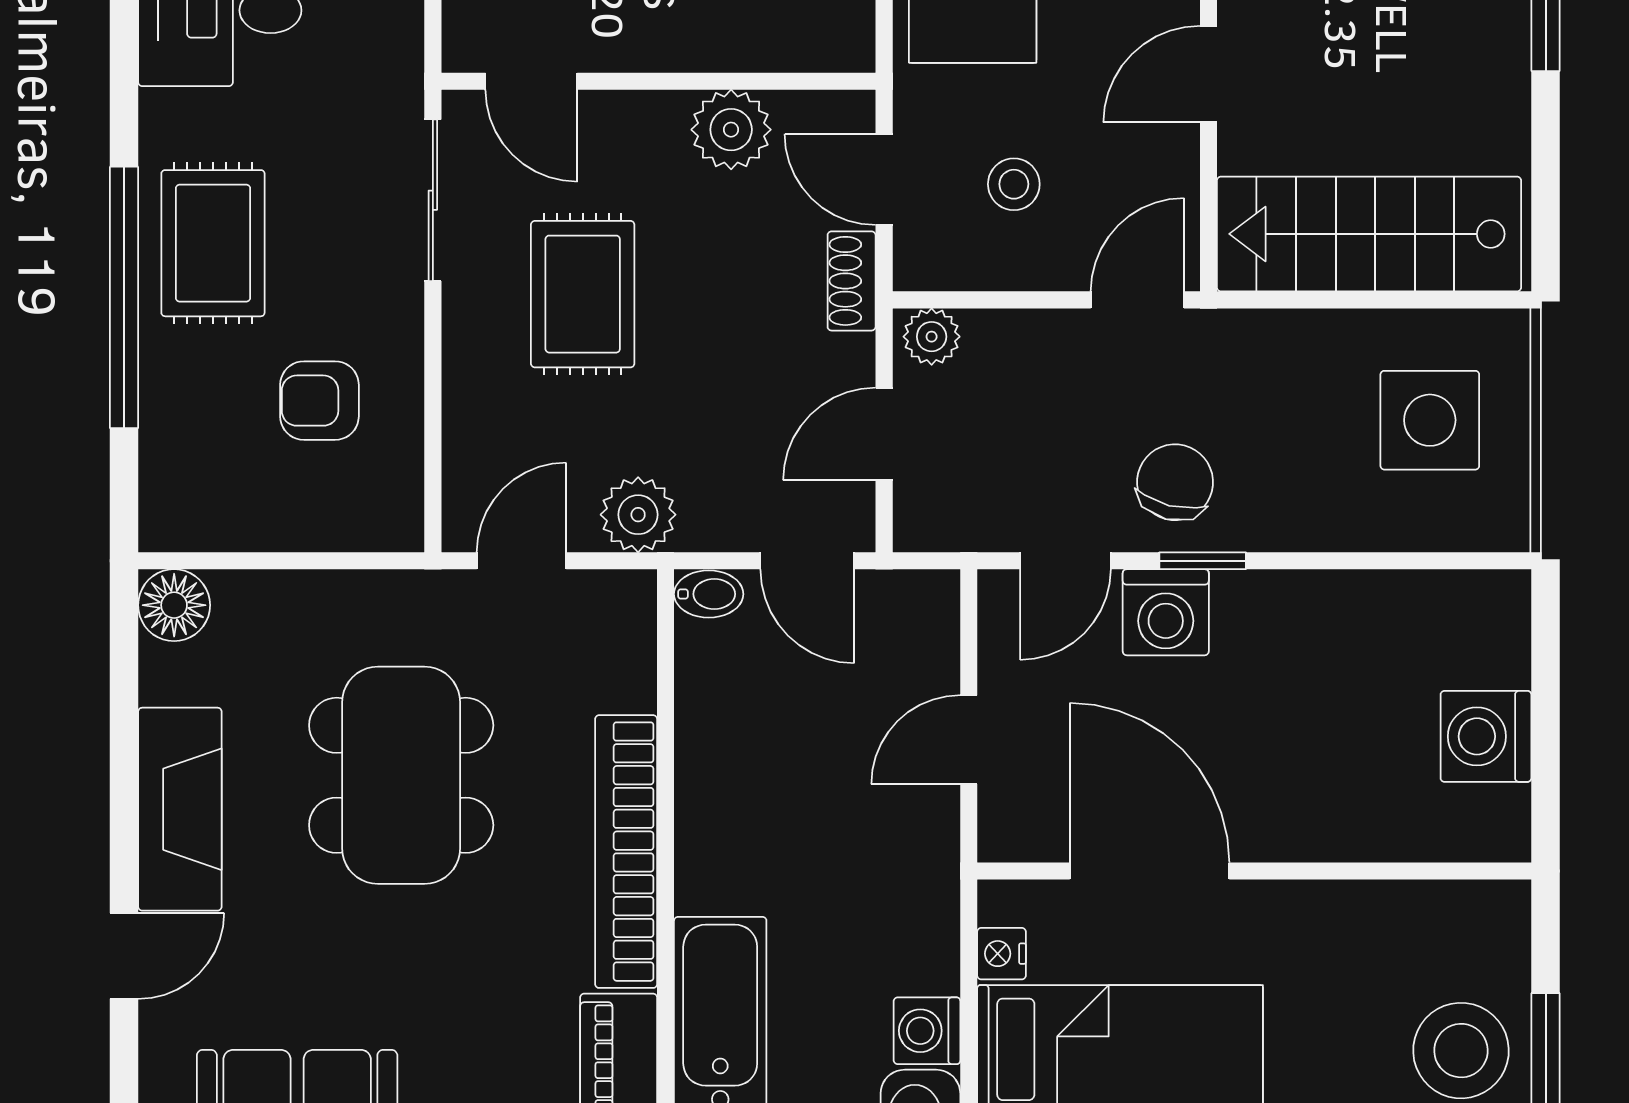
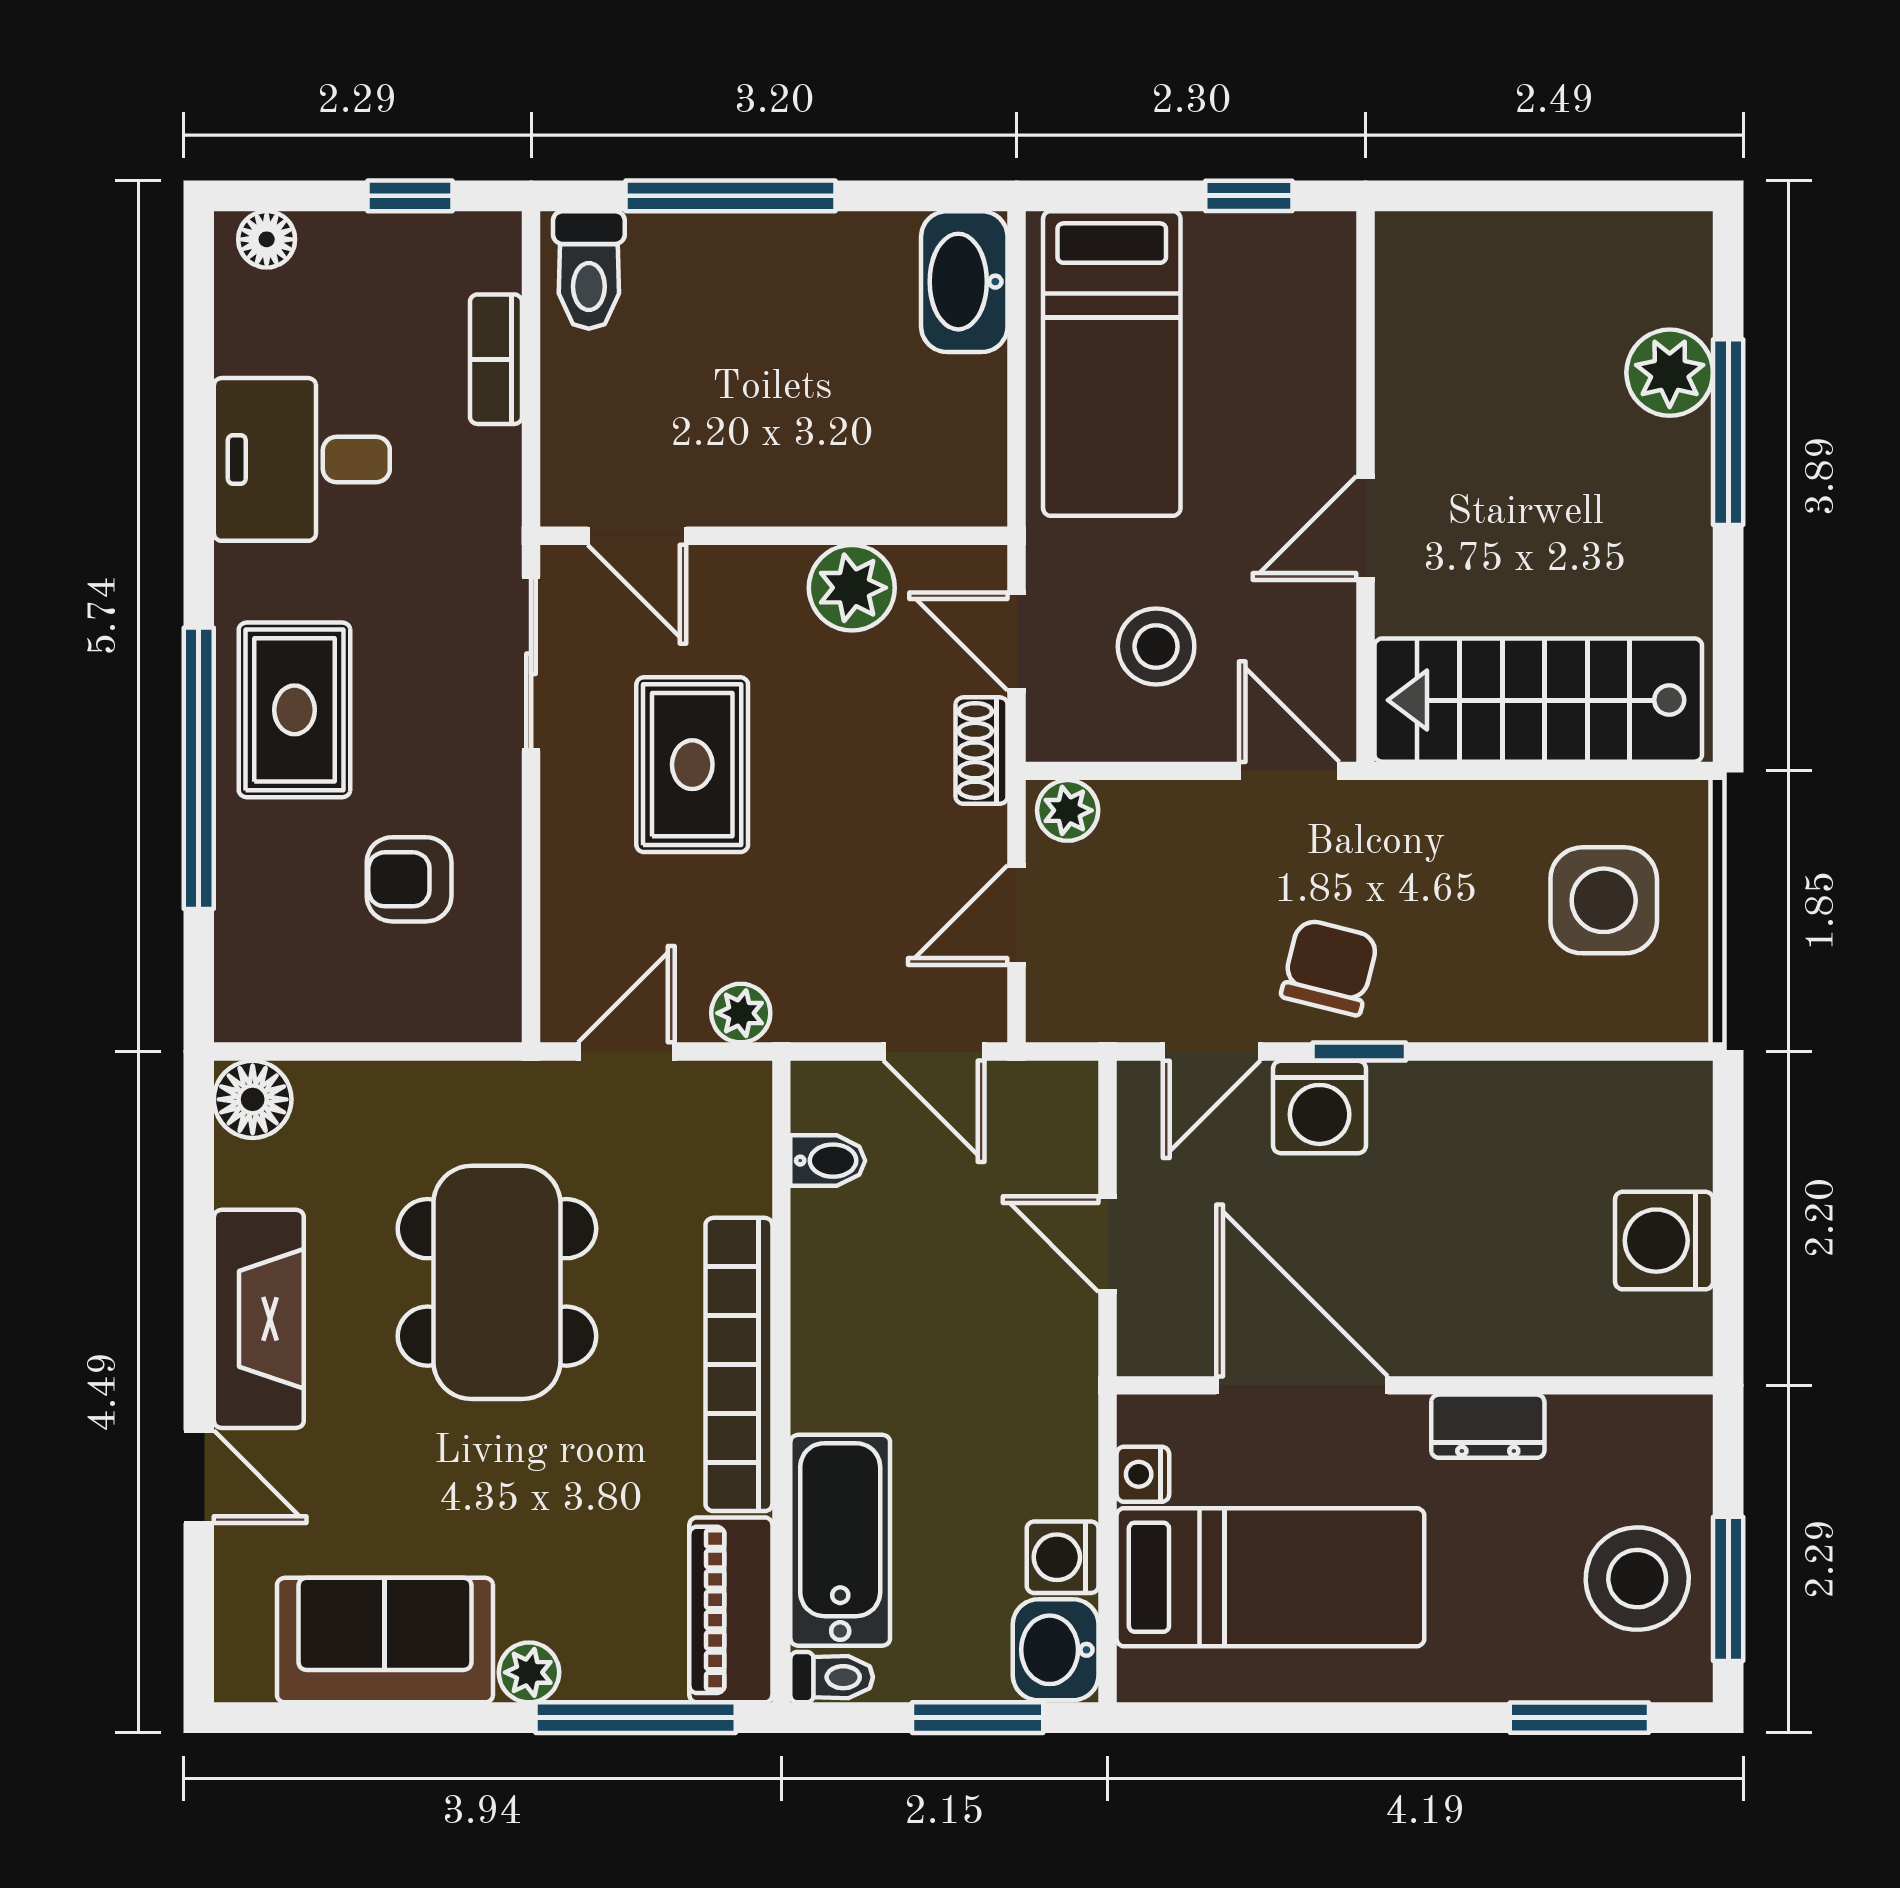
stool: (1014, 184) -> (1156, 646), width x1.37, depth x1.37
door: (1137, 300) -> (1289, 771), hinge flipped
plant: (638, 515) -> (741, 1013), width x0.73, depth x0.73
bidet: (709, 594) -> (828, 1161), moved
door: (969, 740) -> (1108, 1244), hinge flipped
dresser: (1322, 909) -> (1488, 1426), added
door: (124, 956) -> (199, 1477), hinge flipped

